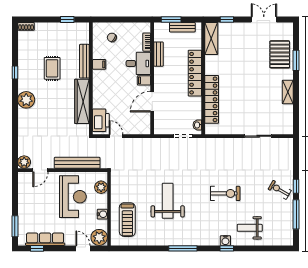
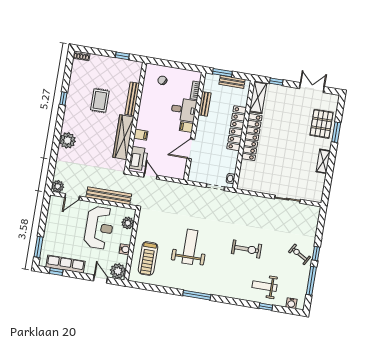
filing cabinet: (99, 64) -> (141, 135), moved
locker: (212, 99) -> (252, 137), moved
plant: (26, 100) -> (67, 140), moved
water cooler: (225, 241) -> (291, 303), moved
window: (227, 248) -> (266, 307), moved

